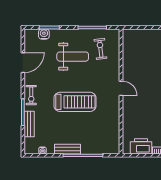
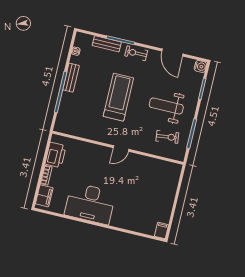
water cooler: (44, 34) -> (200, 66), moved
weight bench: (73, 57) -> (166, 106), turned 90
treadmill: (75, 102) -> (118, 97), turned 180

